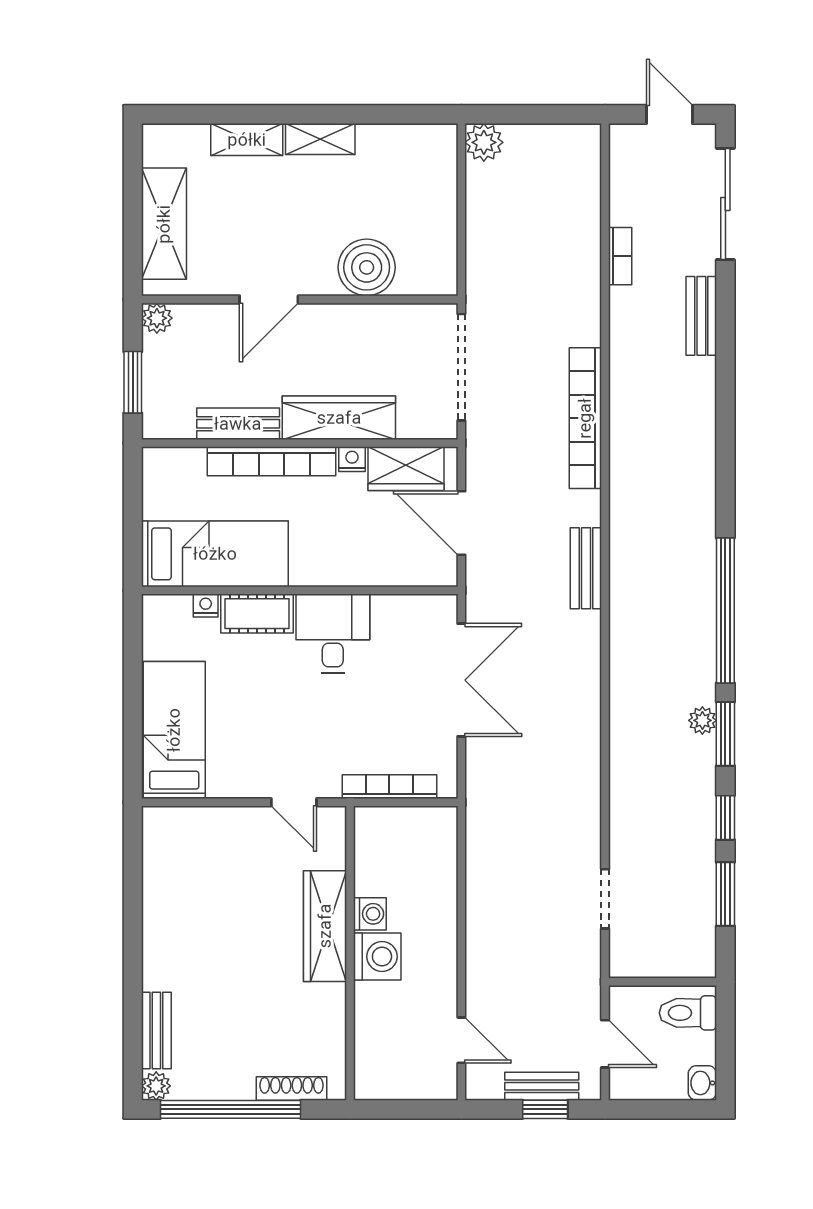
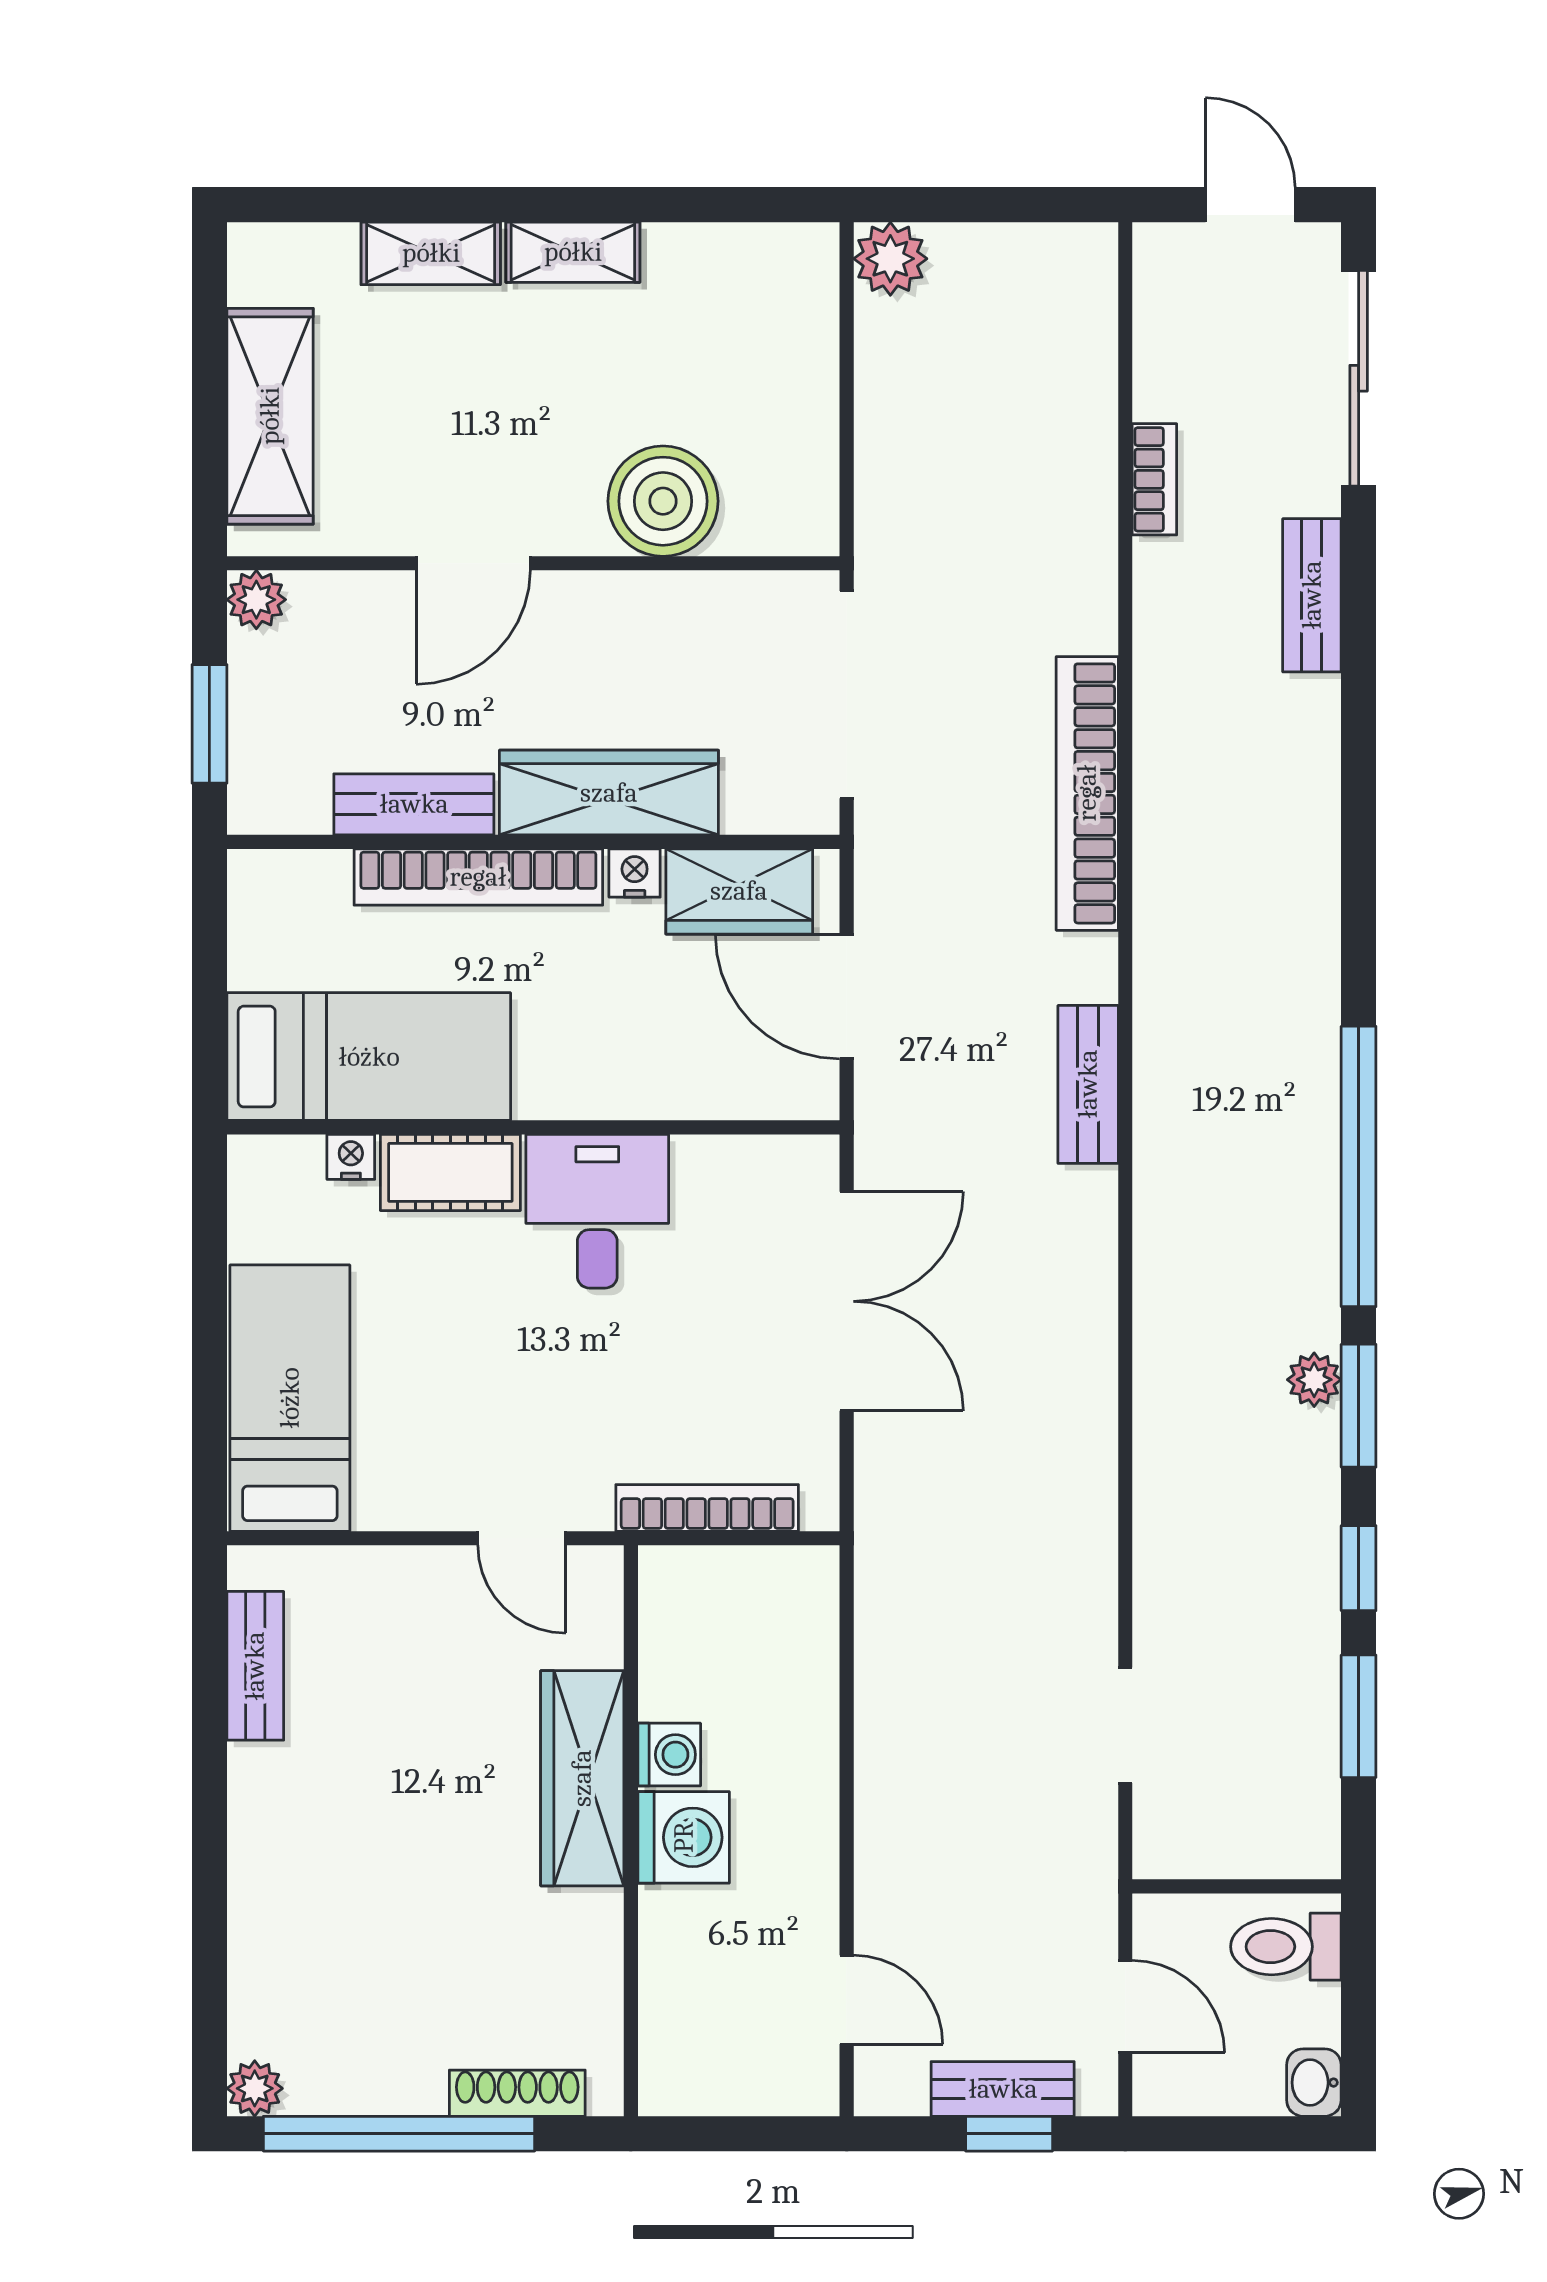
bench: (156, 1030) -> (255, 1666), moved

